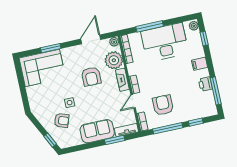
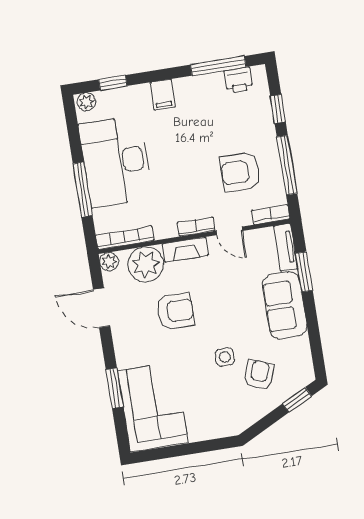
printer: (205, 84) -> (238, 80), moved

